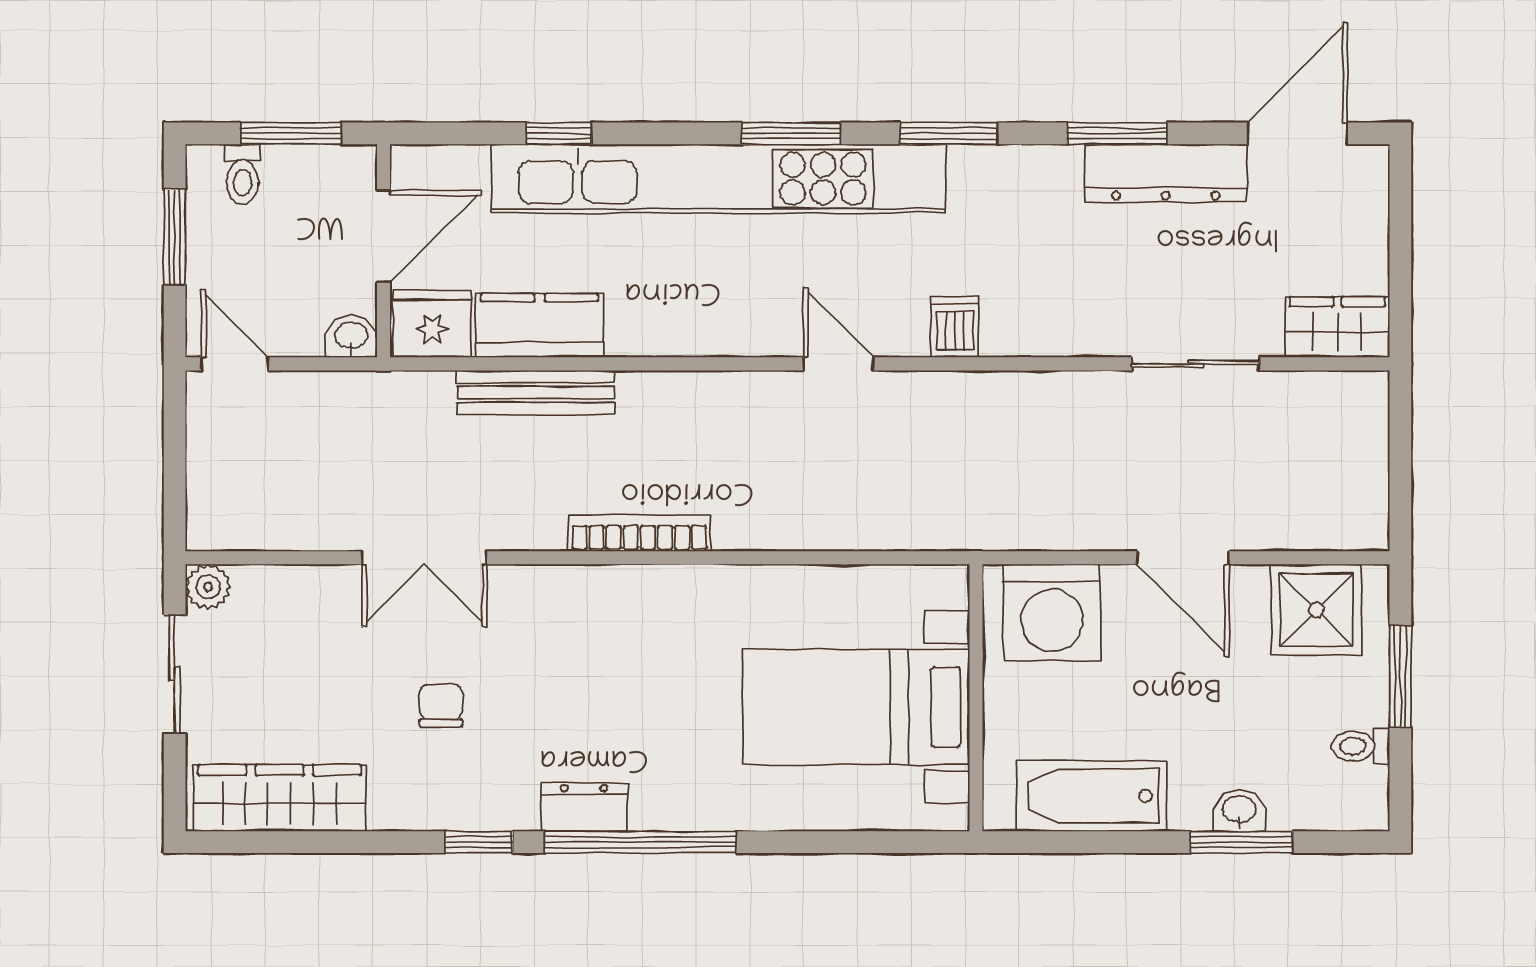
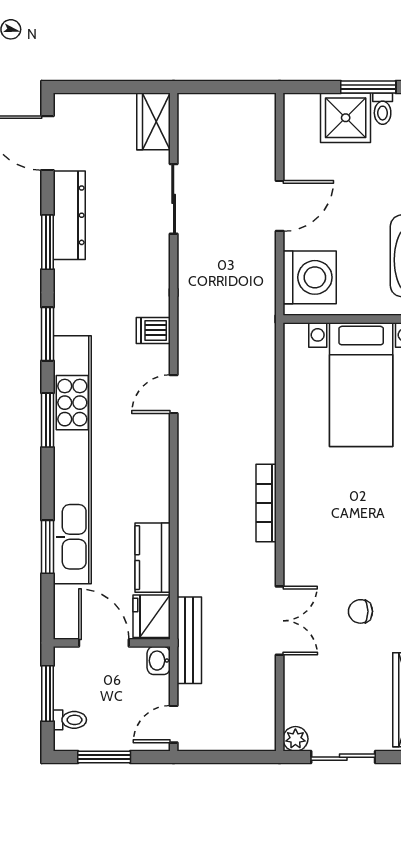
window: (559, 133) -> (48, 547), width x1.50
bench: (536, 393) -> (189, 640), moved
shower: (1316, 610) -> (346, 118), moved
window: (1400, 676) -> (368, 87), moved

